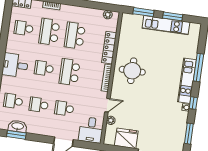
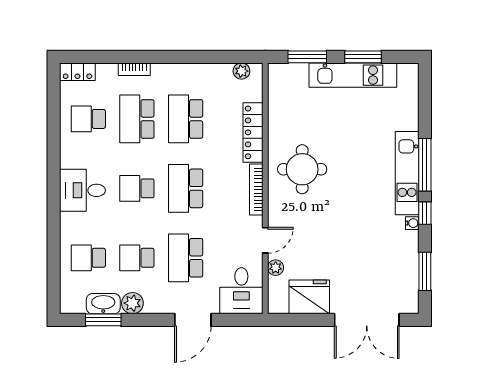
window: (198, 67) -> (425, 165), moved
school desk: (64, 108) -> (186, 258), width x1.85
plant: (33, 128) -> (132, 303), added

